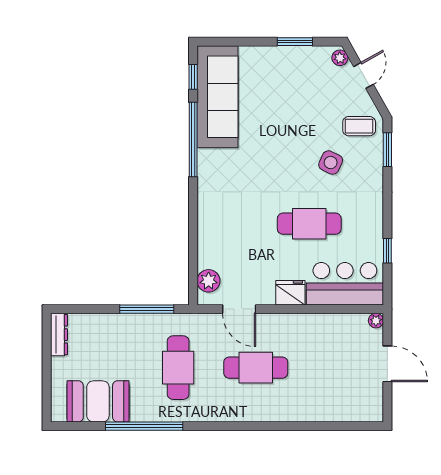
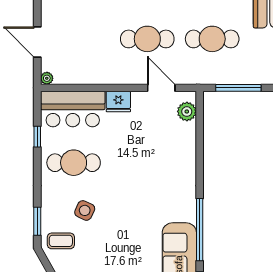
cafe table: (309, 224) -> (74, 163), moved
cafe table: (178, 368) -> (212, 39), turned 90

